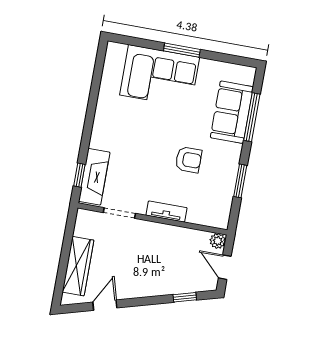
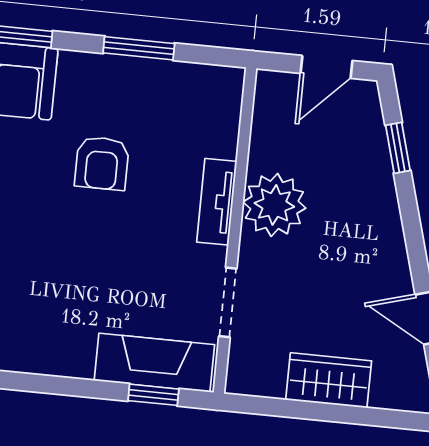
armchair: (188, 160) -> (102, 163), turned 180
plant: (218, 241) -> (274, 205), moved, width x1.88, depth x1.88
wardrobe: (78, 266) -> (329, 380), width x0.67

